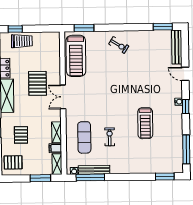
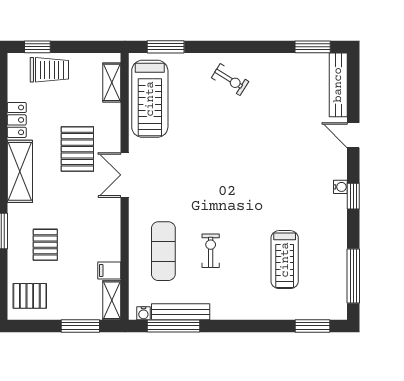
treadmill: (145, 123) -> (285, 260), moved
shelving: (57, 132) -> (112, 82), moved

